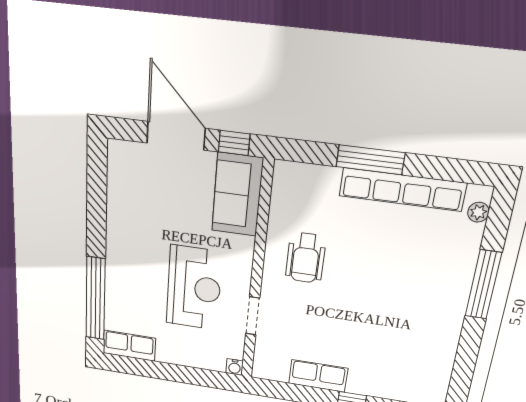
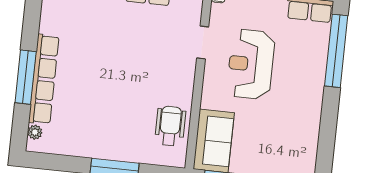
row of seats: (402, 189) -> (44, 79), moved, turned 90
wheelchair: (306, 258) -> (170, 126), moved

